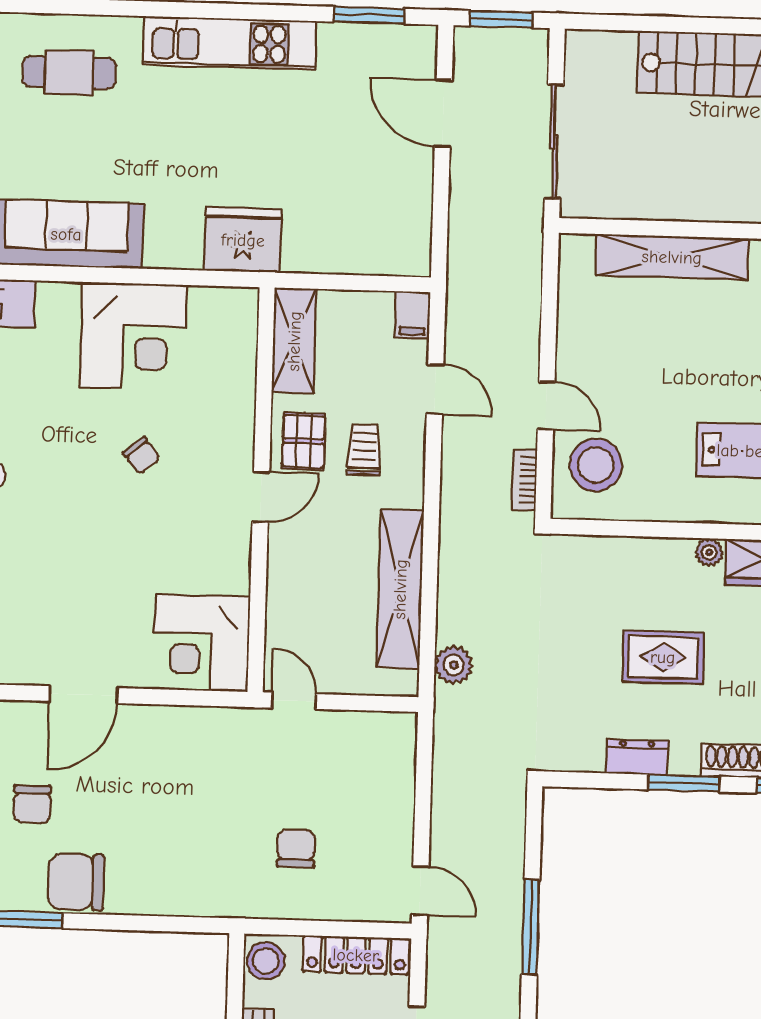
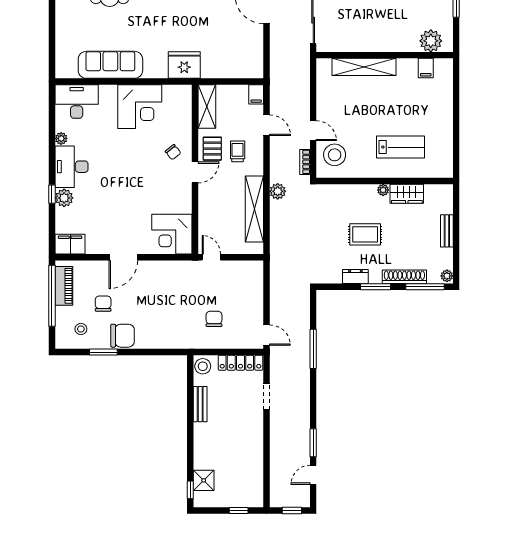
chair: (141, 456) -> (173, 152), moved
plant: (454, 665) -> (278, 191), moved
chair: (32, 804) -> (103, 304), turned 180
chair: (76, 882) -> (122, 336), turned 180

